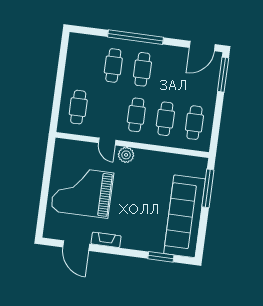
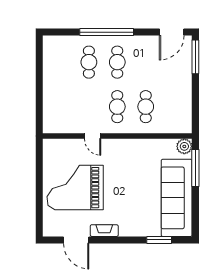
cafe table: (78, 107) -> (60, 107), removed
cafe table: (194, 123) -> (174, 107), removed
plant: (126, 155) -> (184, 146), moved

